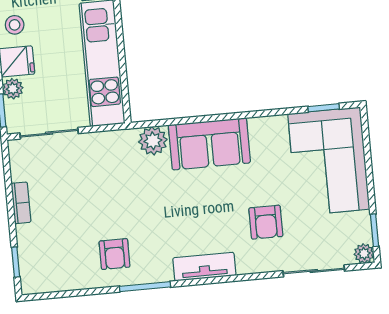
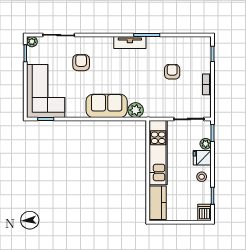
armchair: (115, 254) -> (172, 72), moved
tv unit: (204, 267) -> (130, 43), moved

